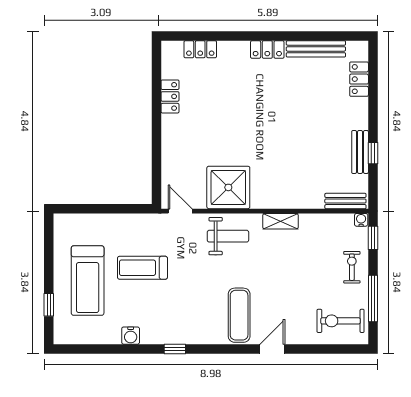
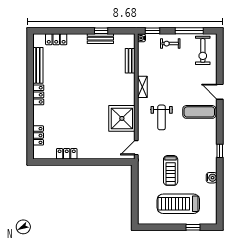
bench: (345, 201) -> (130, 61), moved
weight bench: (228, 236) -> (162, 117), moved, turned 180
treadmill: (88, 281) -> (178, 204), turned 180

